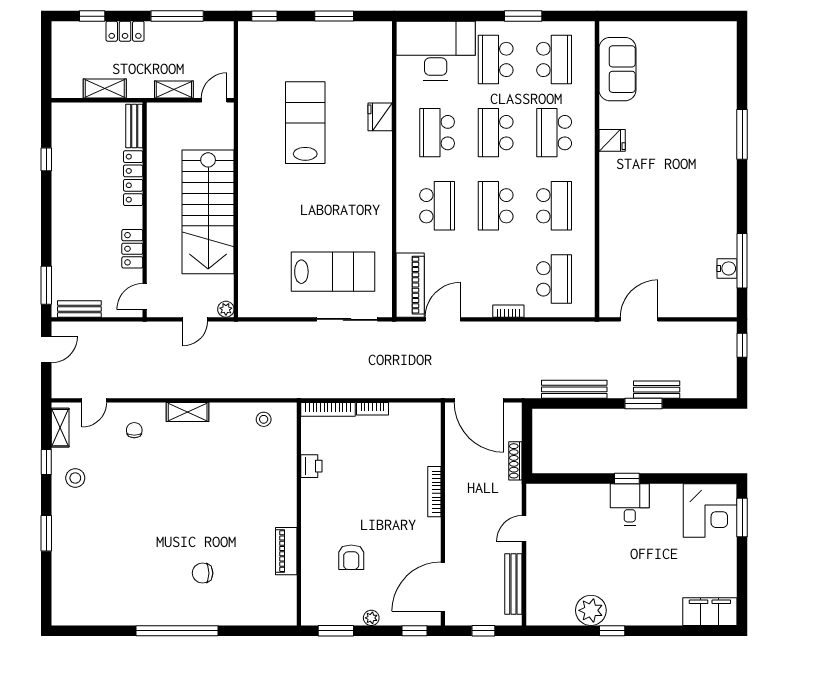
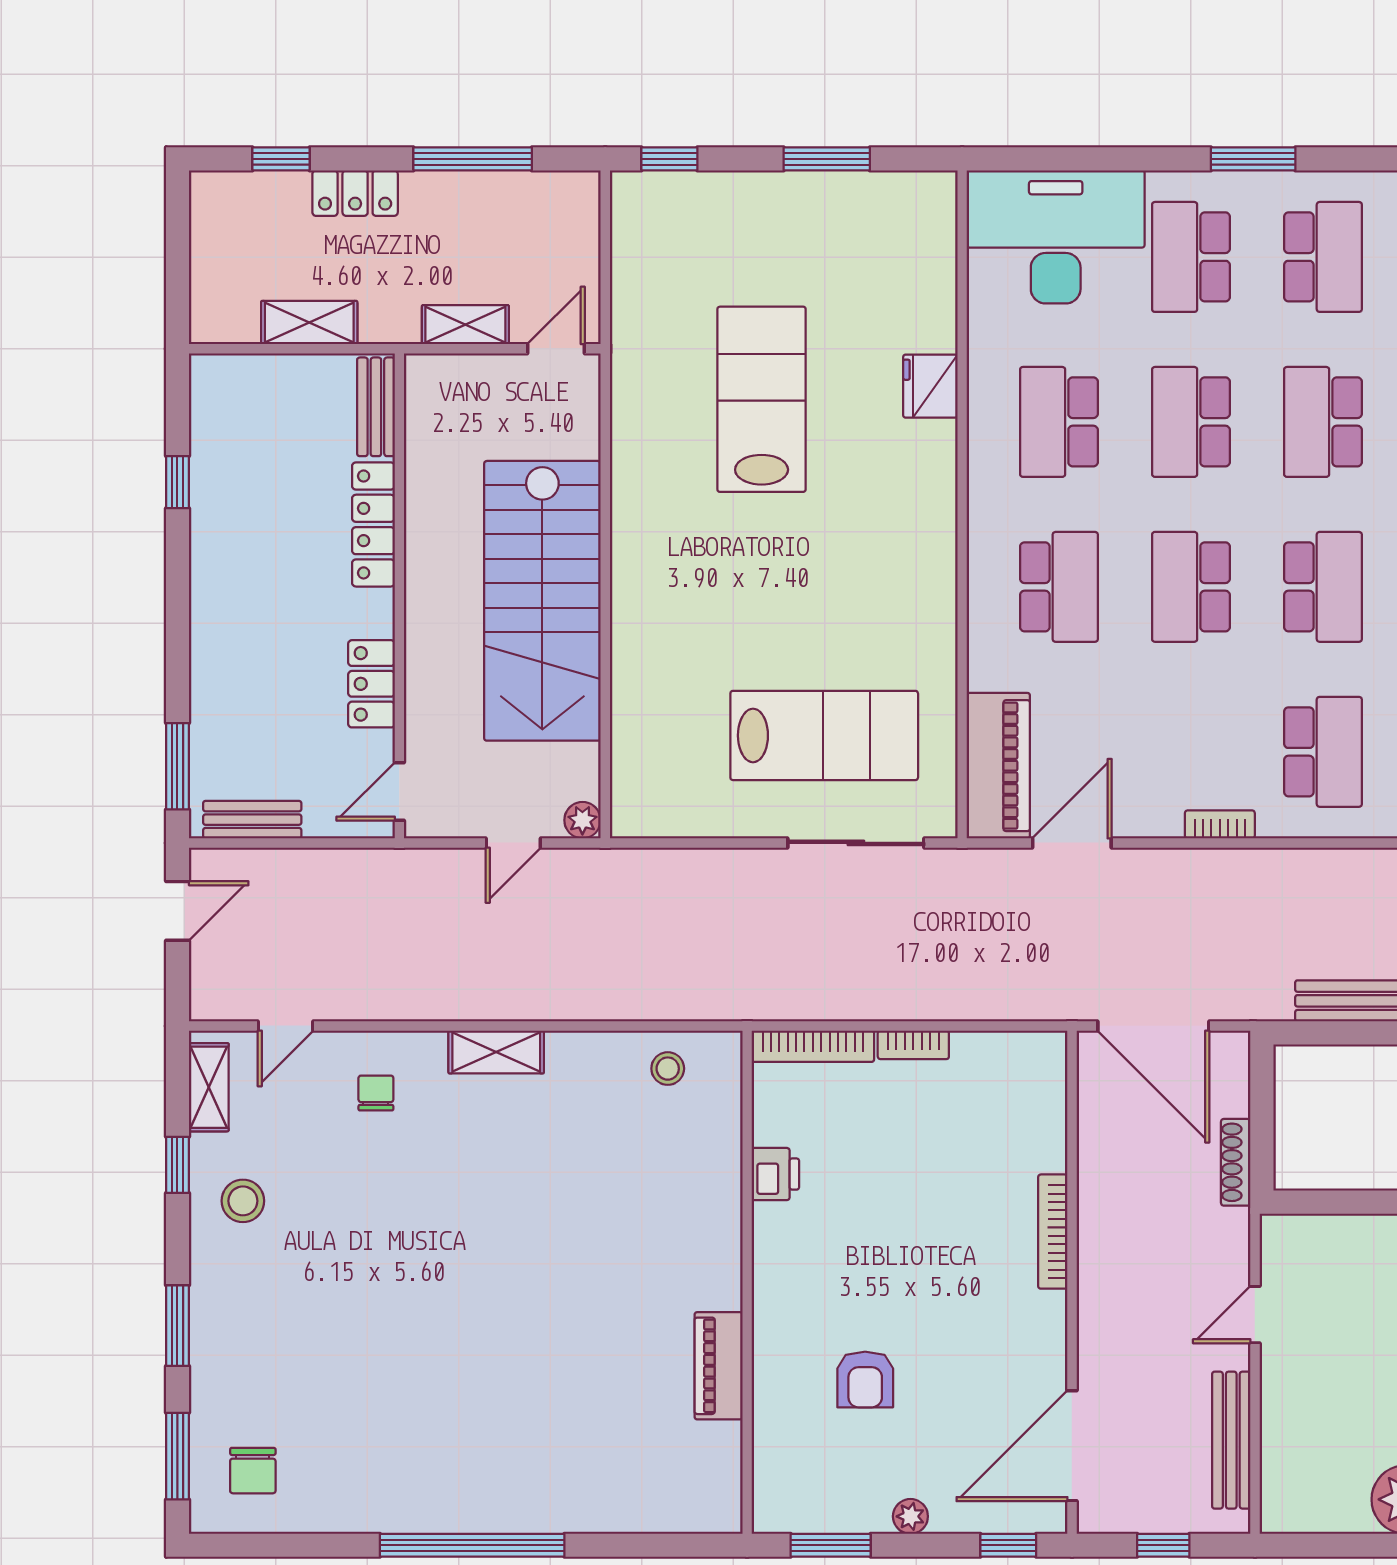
chair: (203, 573) -> (253, 1471), moved, turned -90
window: (46, 591) -> (177, 1456), added

